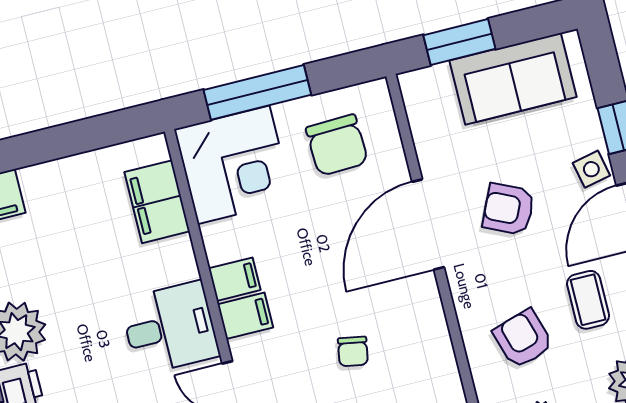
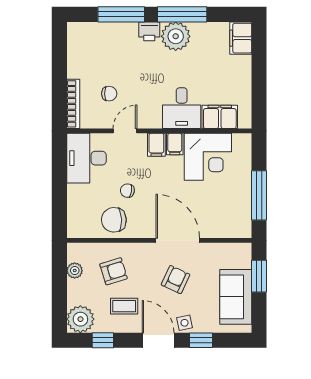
window: (257, 92) -> (259, 195), moved
chair: (337, 145) -> (114, 220), moved
corner desk: (233, 165) -> (208, 157), moved, turned -90
desk: (170, 328) -> (182, 108), moved

